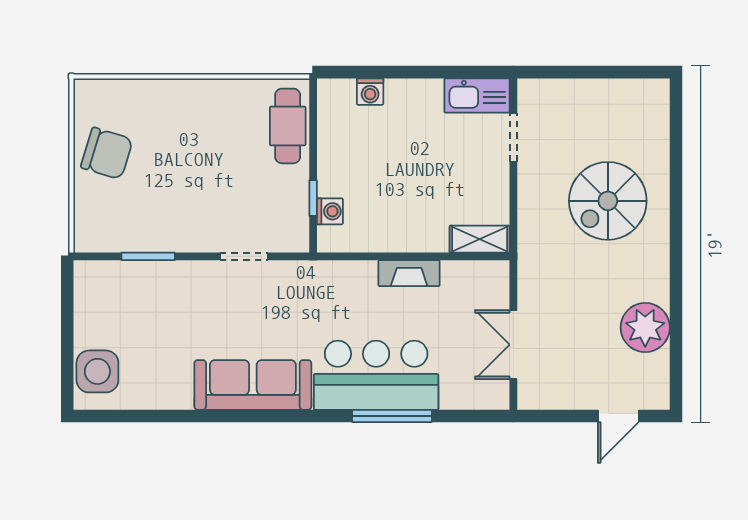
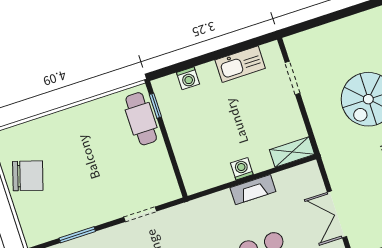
kitchen sink: (477, 95) -> (240, 64), moved
window: (313, 198) -> (155, 106), moved
washing machine: (330, 211) -> (242, 169), moved, turned -90

